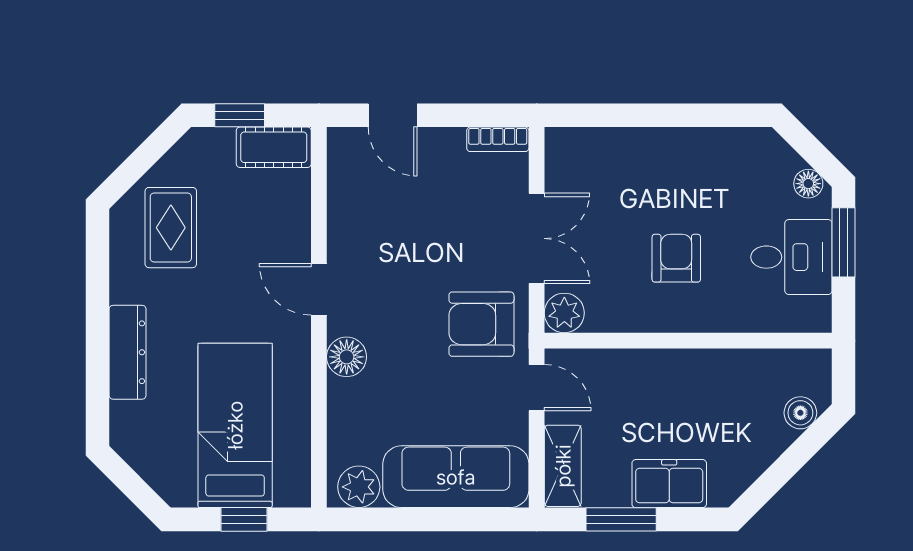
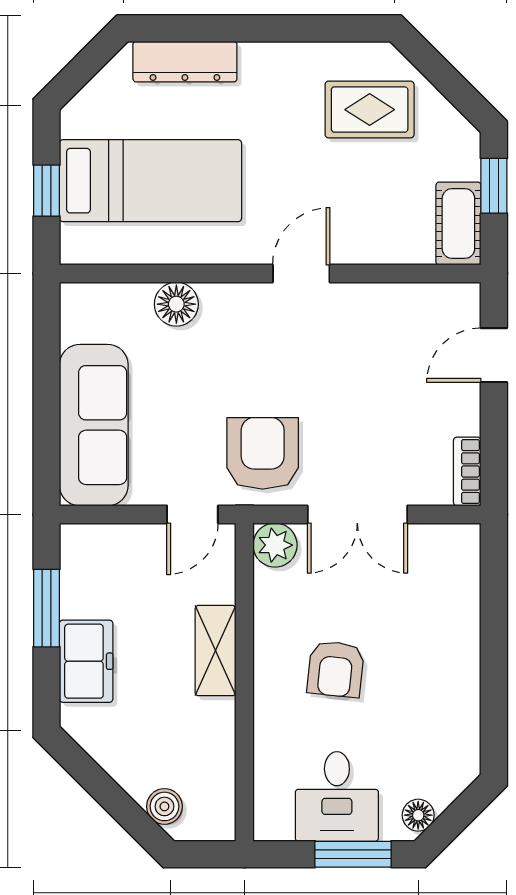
armchair: (676, 258) -> (336, 669), turned 96
dresser: (128, 352) -> (185, 62), moved
floor lamp: (347, 357) -> (176, 304), moved
shelving: (563, 466) -> (215, 651), moved, turned 90
plant: (359, 487) -> (83, 318), removed

